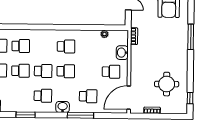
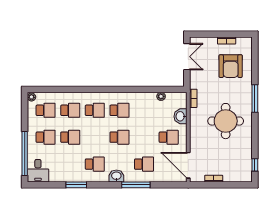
school desk: (43, 71) -> (95, 110), moved
round table: (167, 84) -> (226, 121), moved, width x1.36, depth x1.36
door: (129, 98) -> (188, 165), hinge flipped

